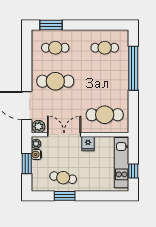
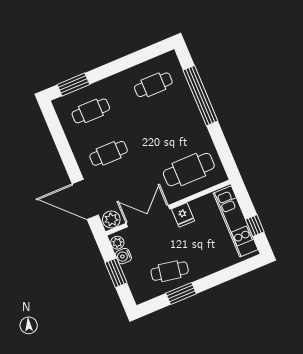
cafe table: (55, 81) -> (109, 153), width x0.73, depth x0.74

